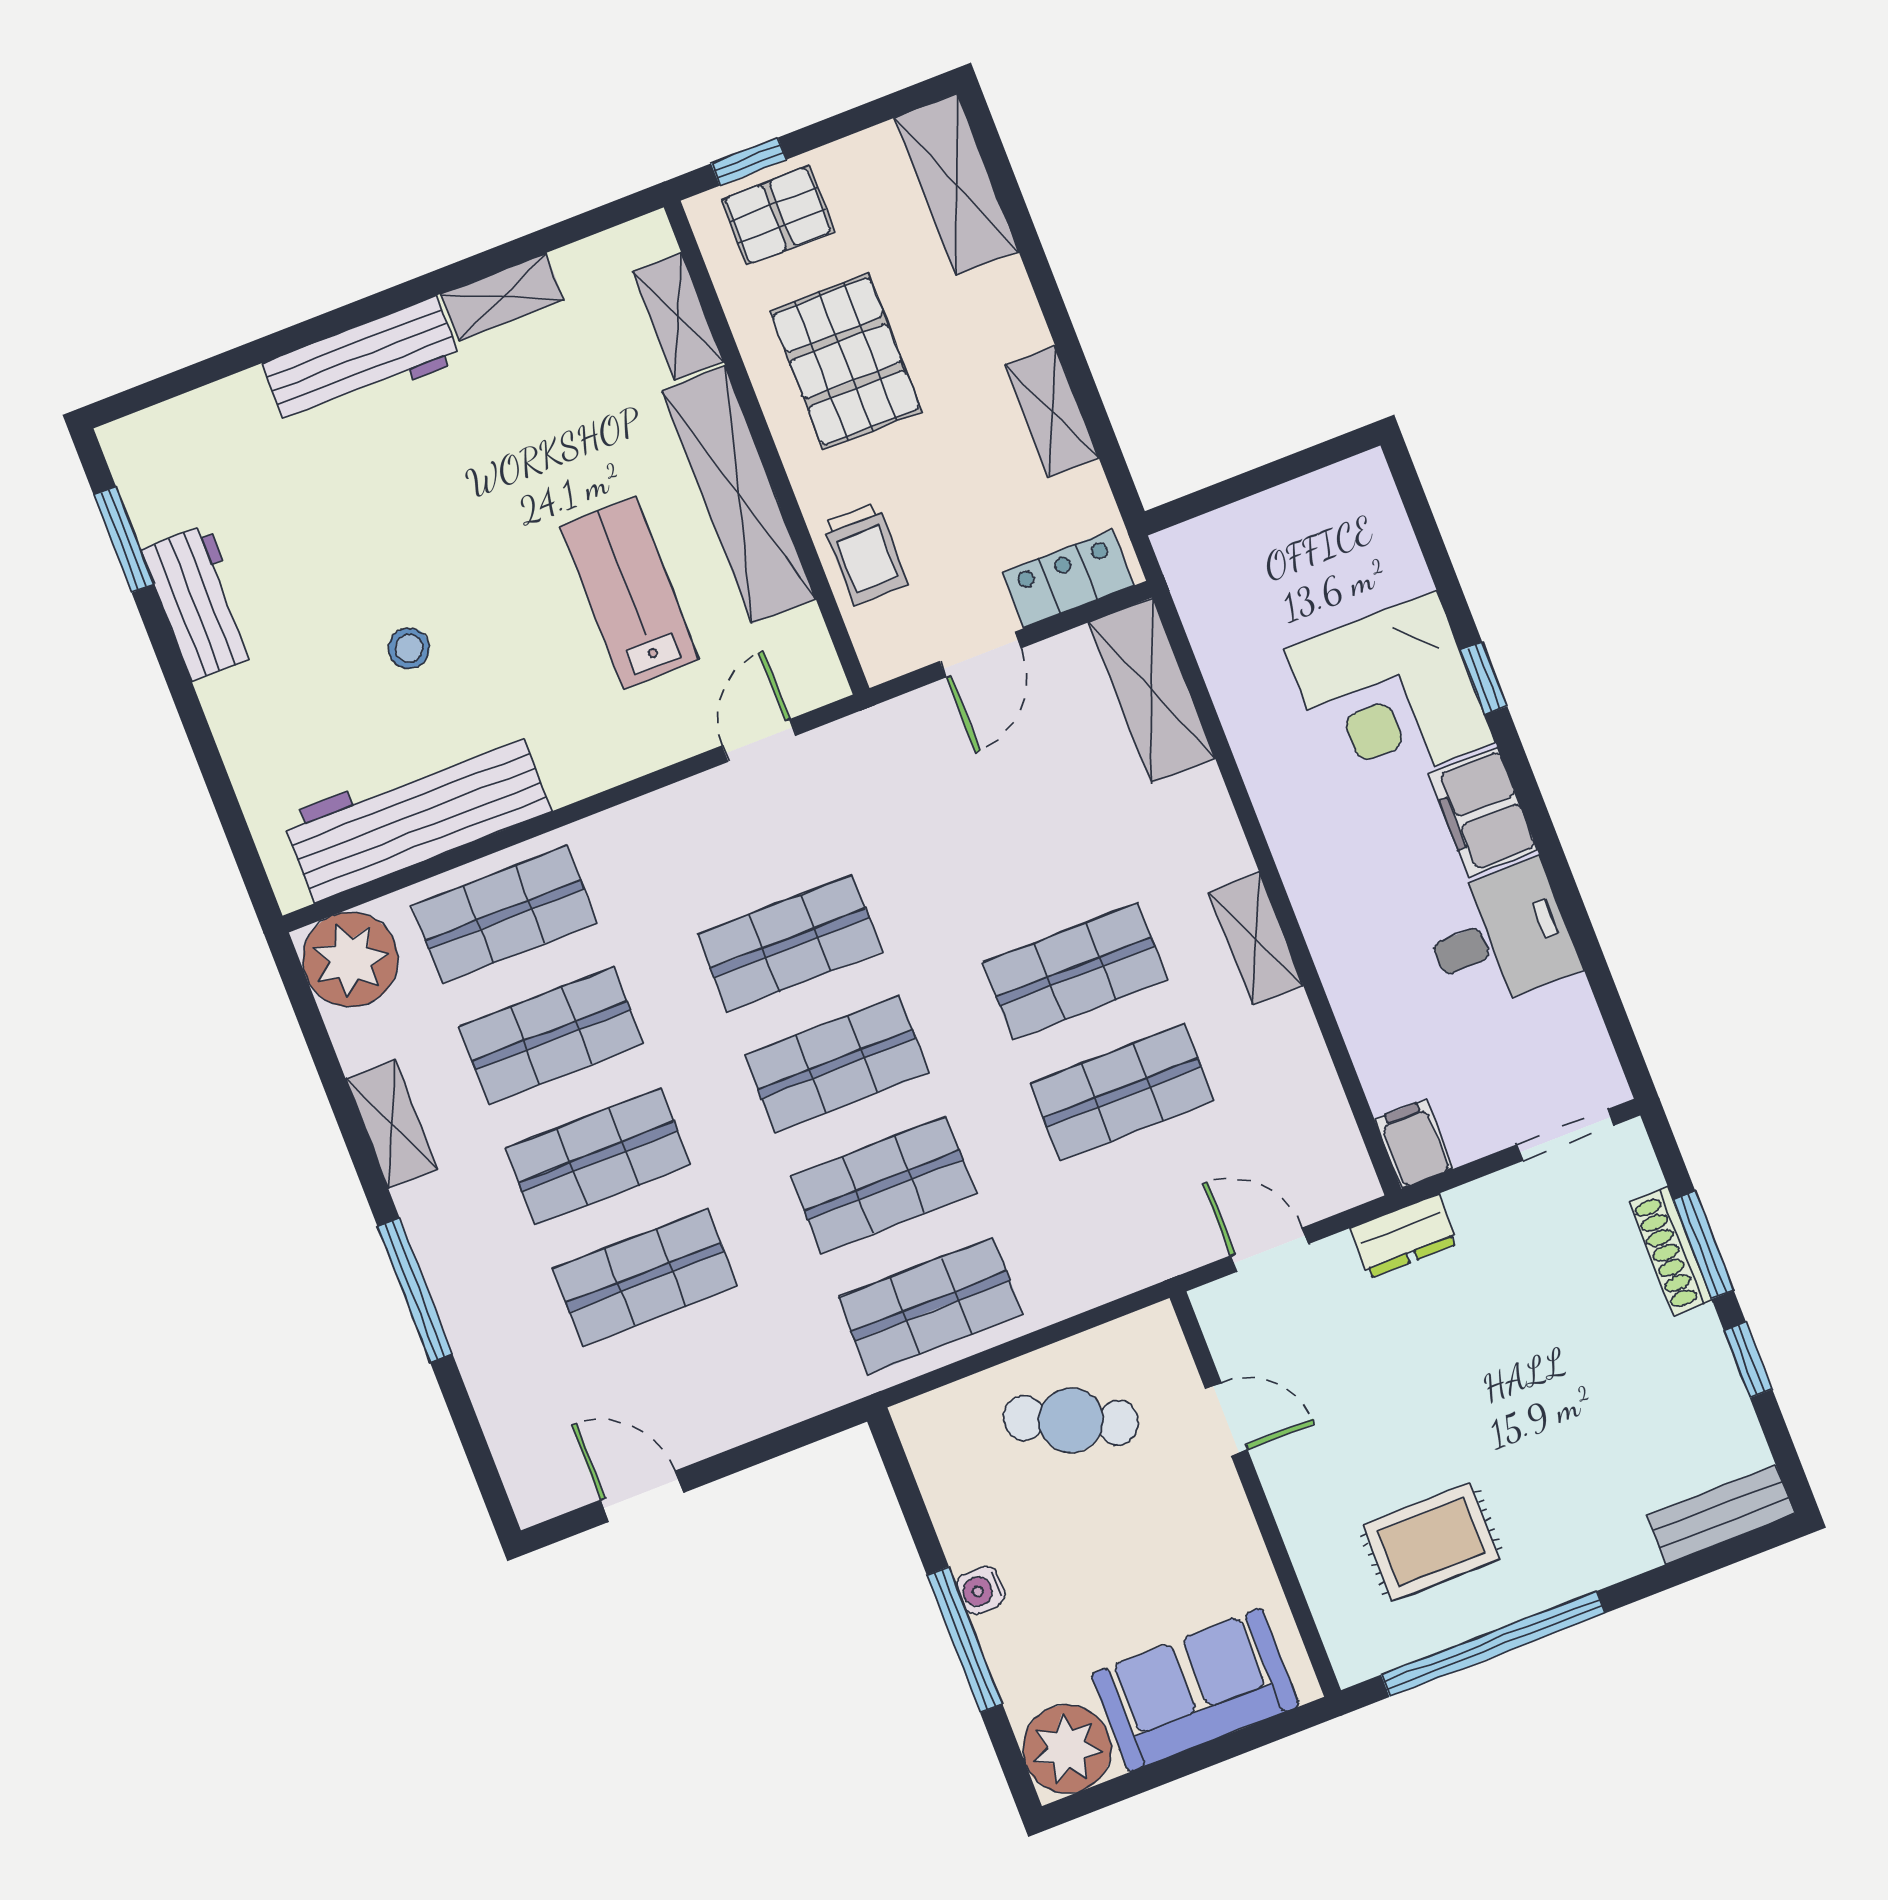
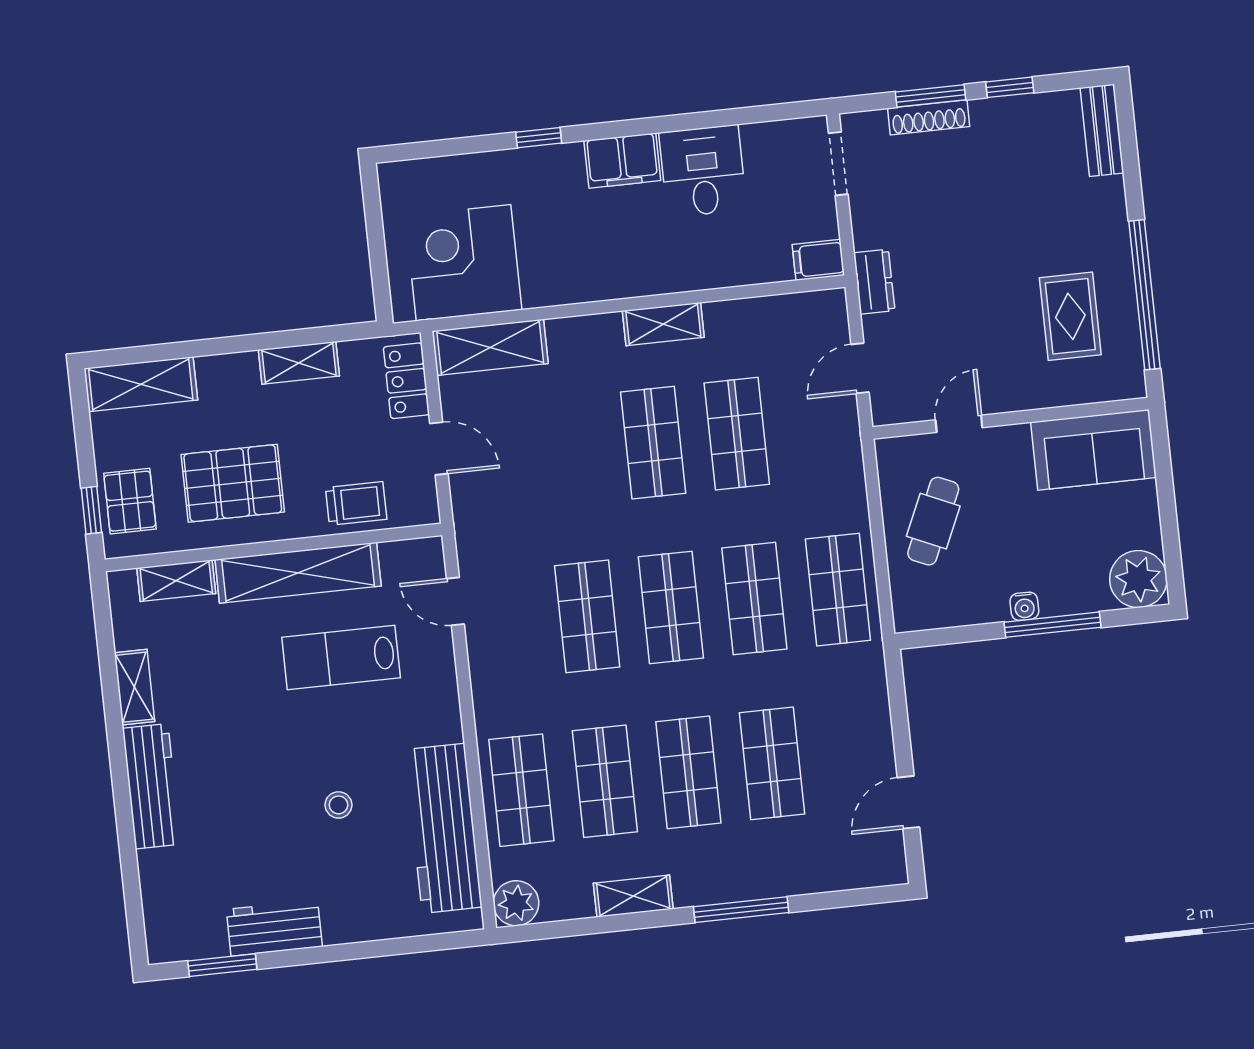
corner desk: (1390, 696) -> (463, 263), moved, turned 180
plant: (350, 960) -> (516, 903), width x0.73, depth x0.73
sofa: (1195, 1690) -> (1093, 450), moved, turned -90

